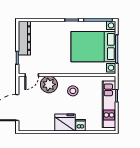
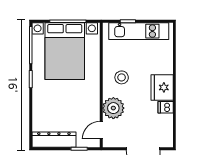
door: (32, 75) -> (101, 130), swing flipped
dishwasher: (80, 125) -> (166, 107), moved

